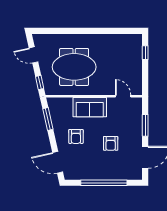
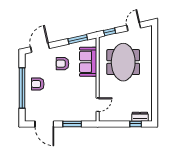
dresser: (137, 48) -> (140, 117), added
sofa: (90, 107) -> (88, 62), moved
armchair: (111, 143) -> (38, 84), moved

